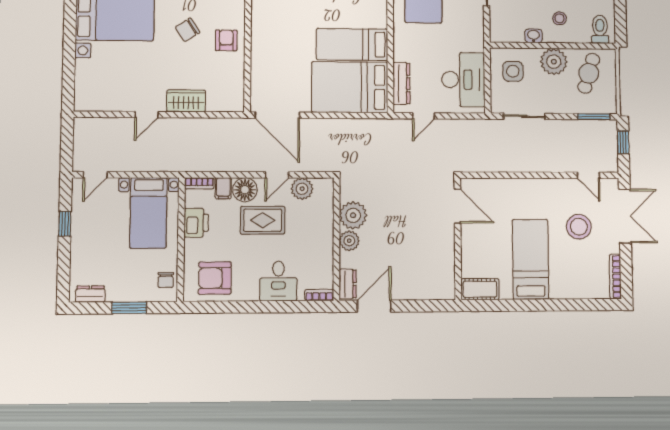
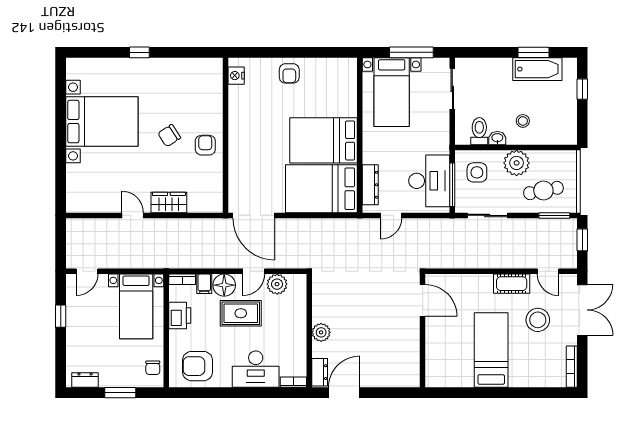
toilet: (600, 29) -> (479, 131), moved
bed: (352, 44) -> (324, 140), width x1.50
cafe table: (589, 73) -> (543, 191), moved, turned 62
window: (487, 84) -> (452, 185), added
door: (147, 115) -> (133, 215), swing flipped
plant: (353, 215) -> (325, 309), removed
desk: (278, 281) -> (256, 369), width x1.37
cot: (480, 289) -> (512, 284), moved

